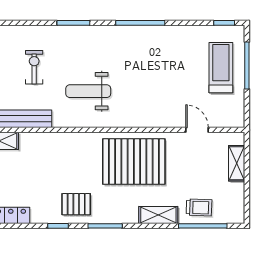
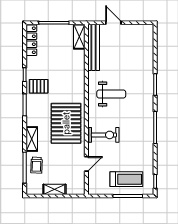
exercise bike: (34, 67) -> (104, 135), moved, width x1.38, depth x1.39
weight bench: (88, 91) -> (111, 94), turned 90
shelving: (237, 163) -> (54, 189), moved
pallet: (76, 204) -> (39, 86), turned 90

